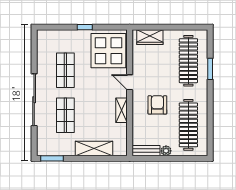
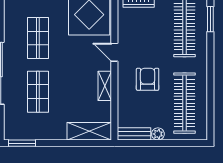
window: (210, 69) -> (210, 19), moved
shelving: (94, 149) -> (89, 131), moved

